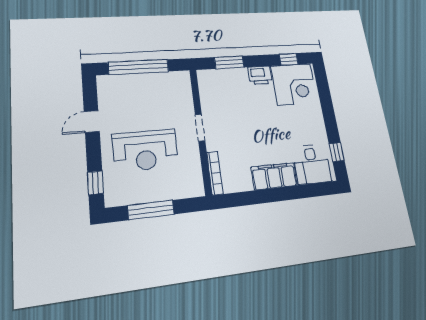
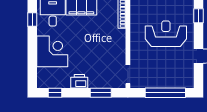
corner desk: (294, 84) -> (52, 51), moved, turned 90
doorway: (200, 128) -> (128, 74), moved

